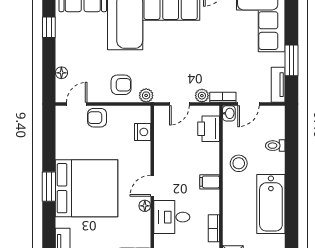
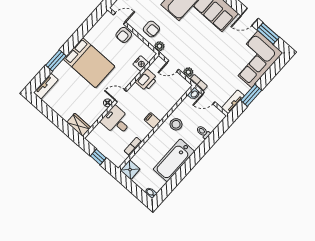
armchair: (97, 118) -> (124, 35), turned -90
printer: (209, 129) -> (146, 80), moved, turned 180
window: (49, 187) -> (56, 61), moved
bed: (87, 188) -> (89, 63), width x0.73

